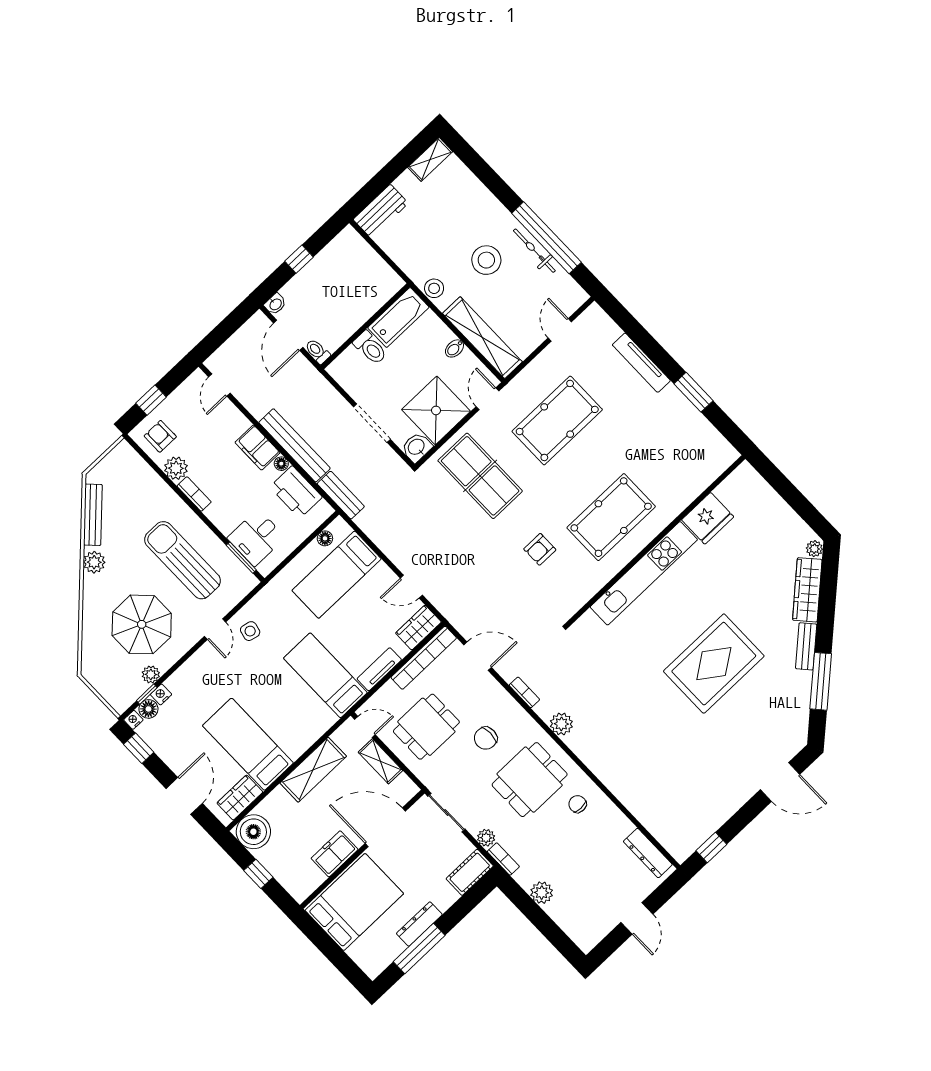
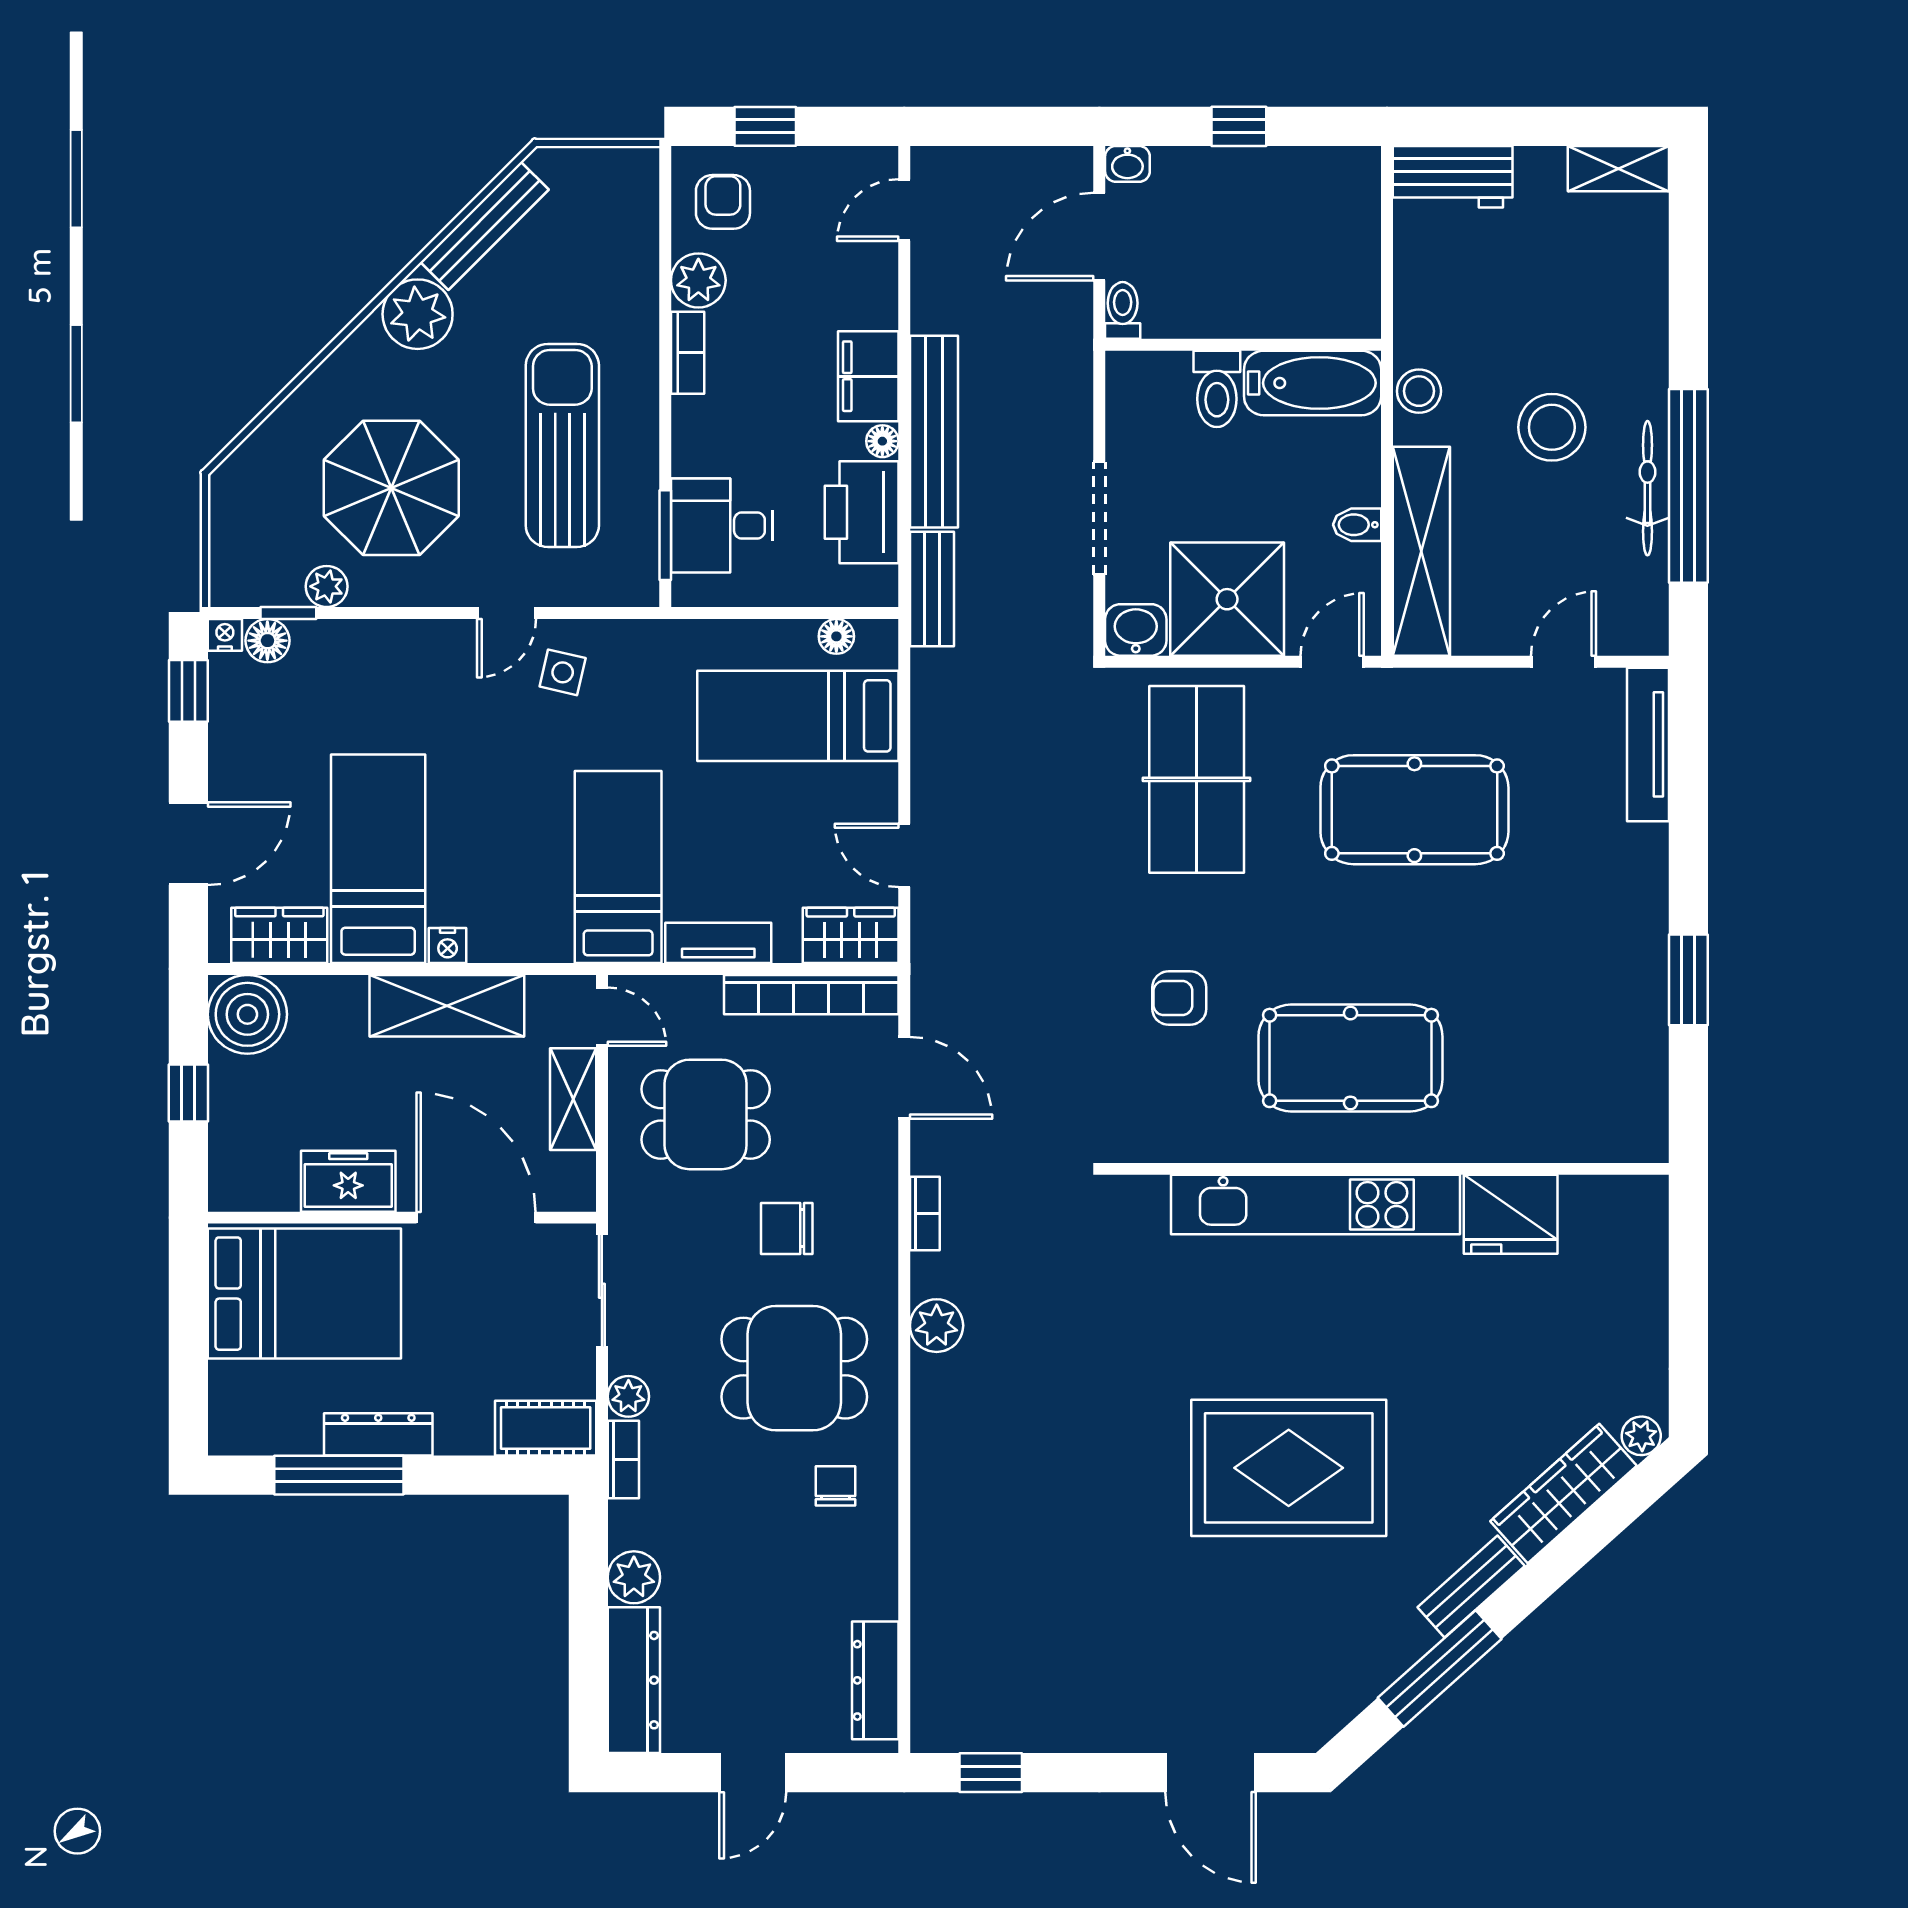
tv unit: (641, 363) -> (1648, 744), moved
plant: (94, 562) -> (418, 314), width x1.36, depth x1.36
nightstand: (161, 694) -> (448, 946), moved, turned 180
dresser: (572, 925) -> (634, 1680), added

